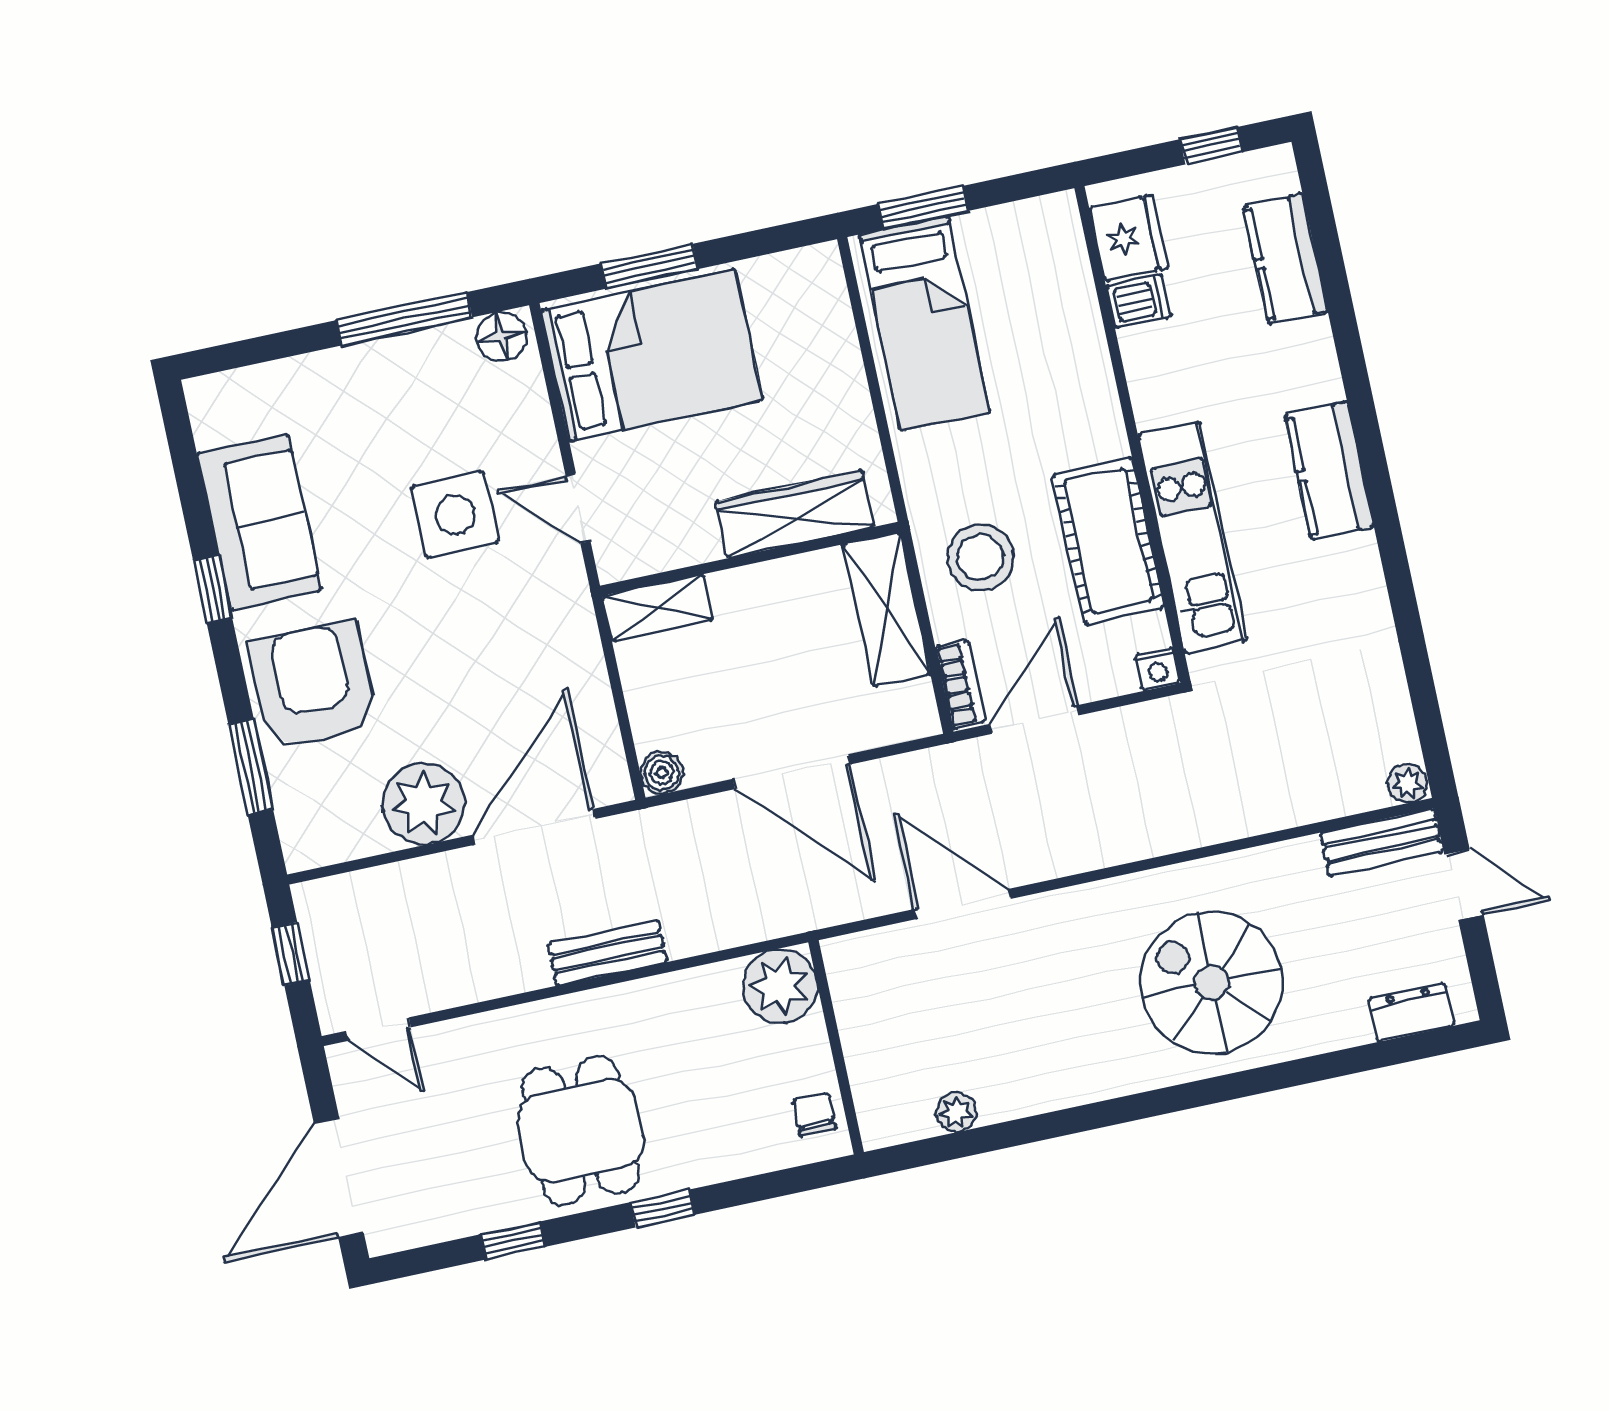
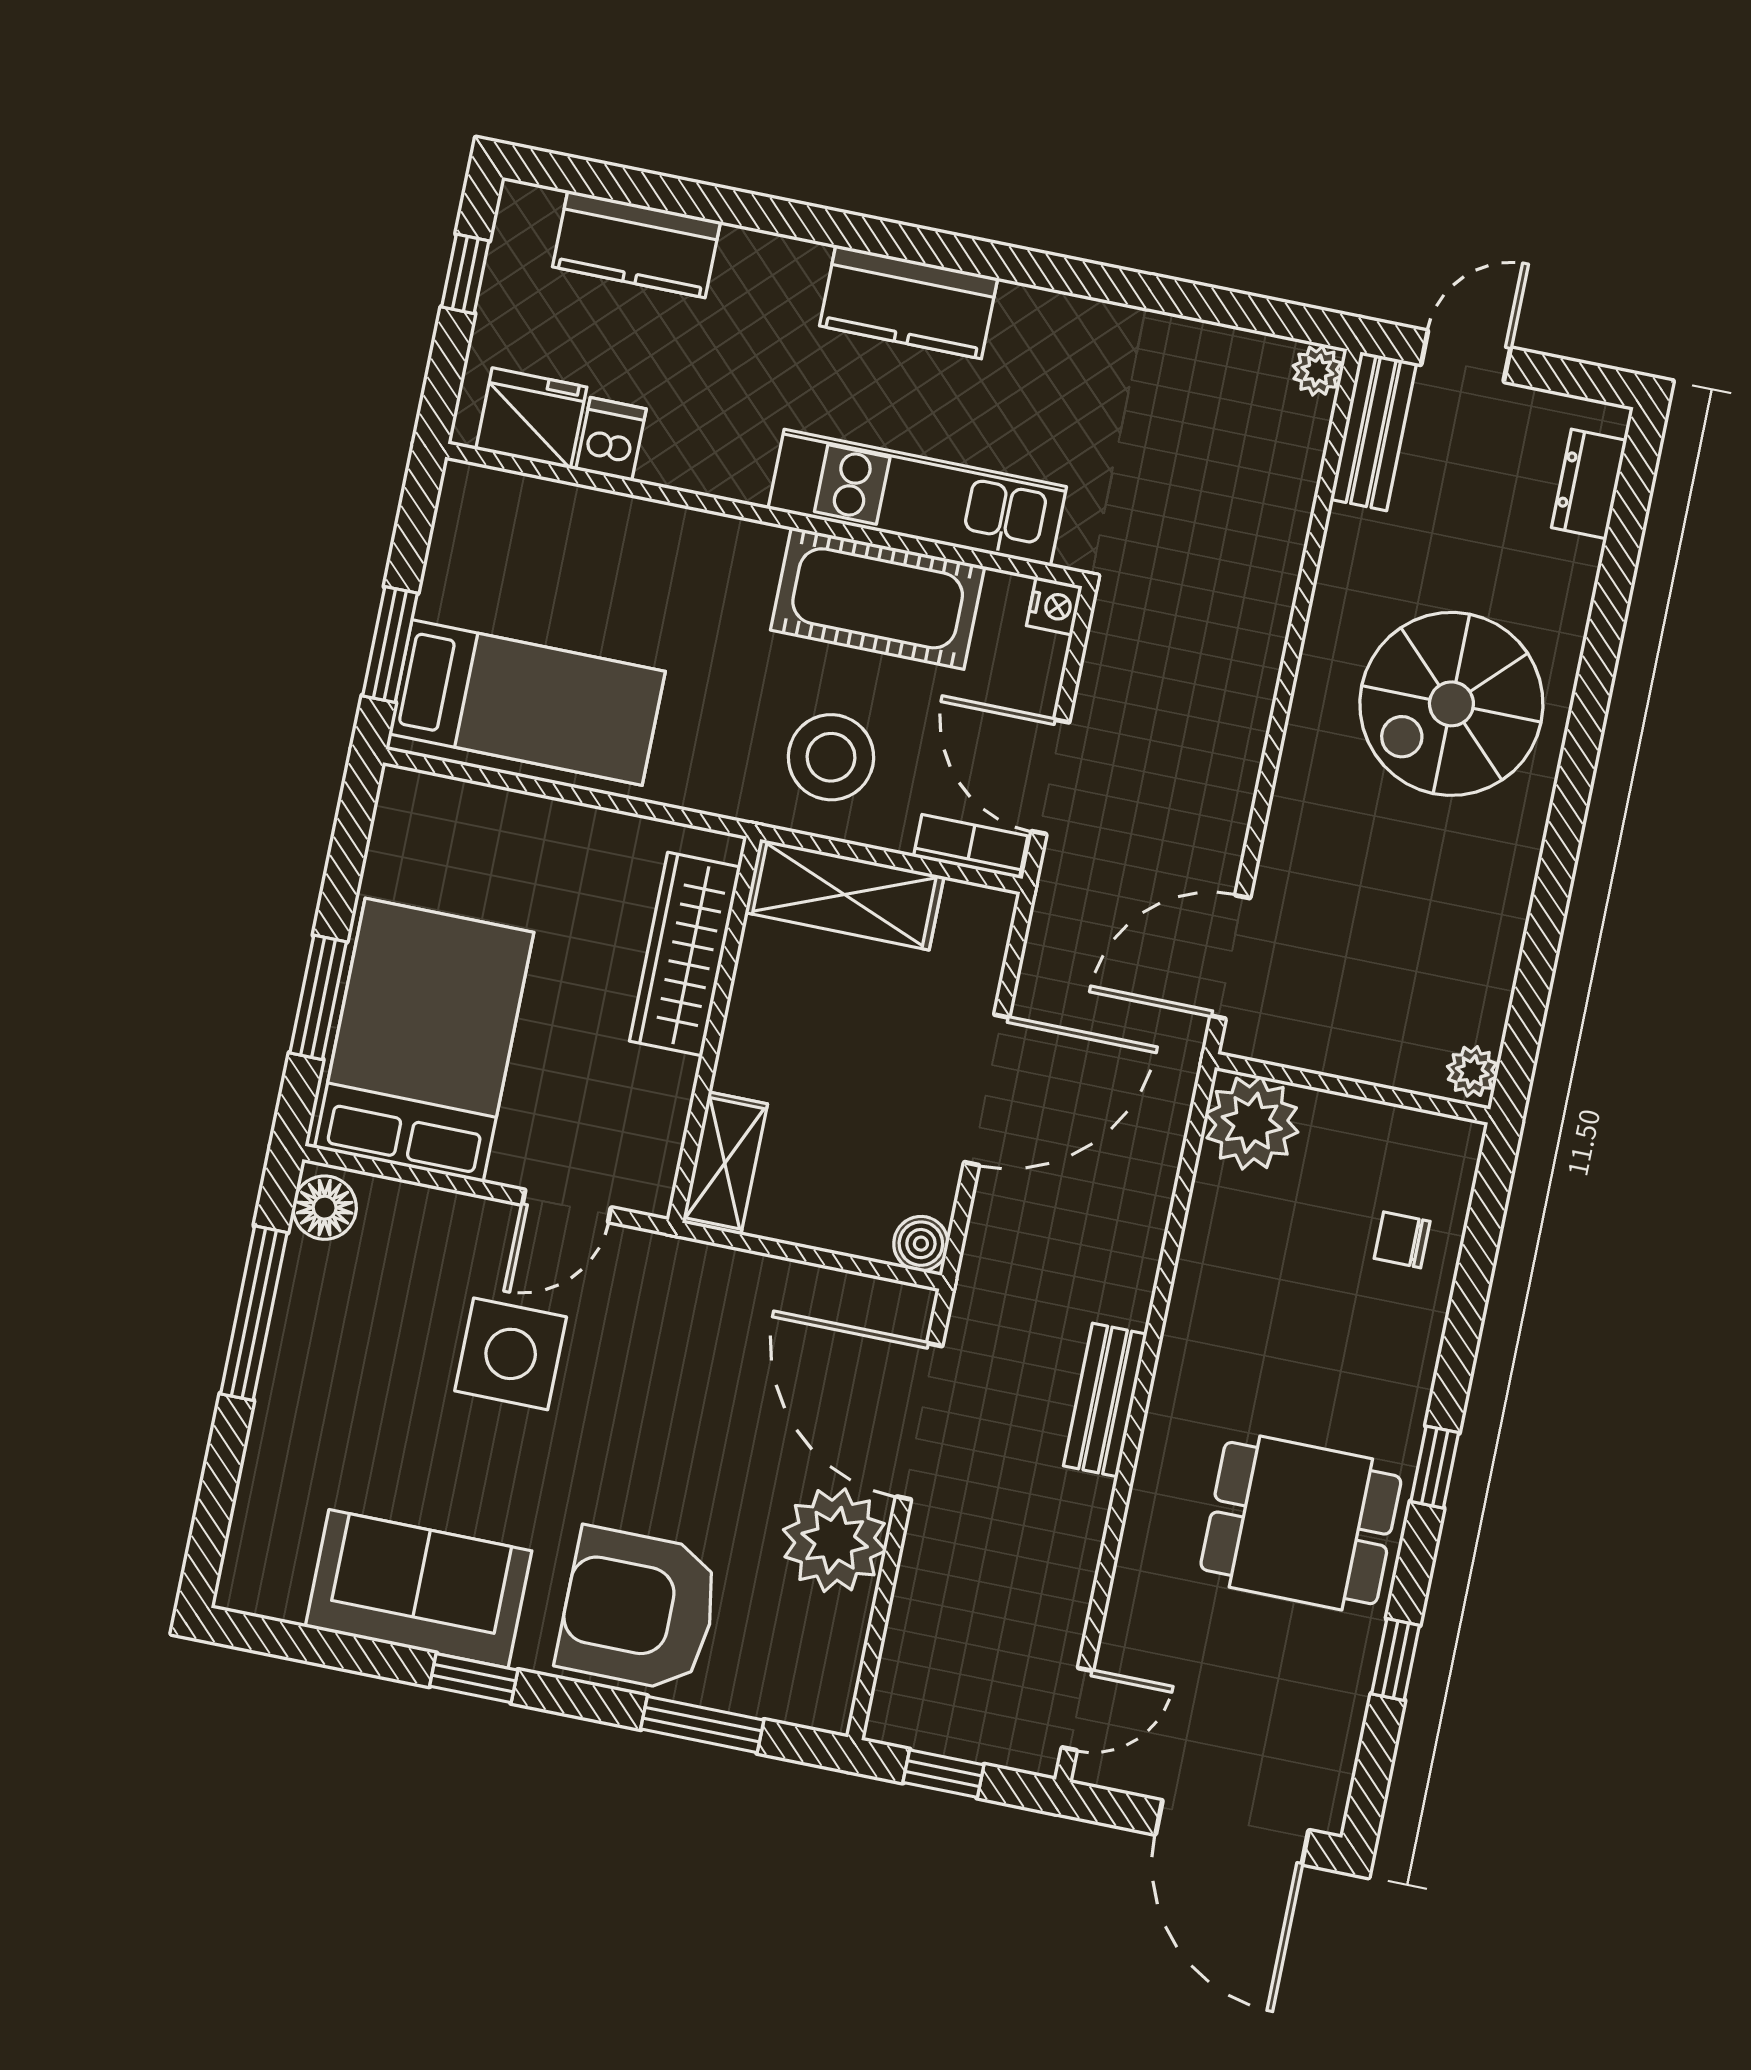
plant: (780, 986) -> (1252, 1123), moved
wall: (836, 1047) -> (1353, 1088), moved

